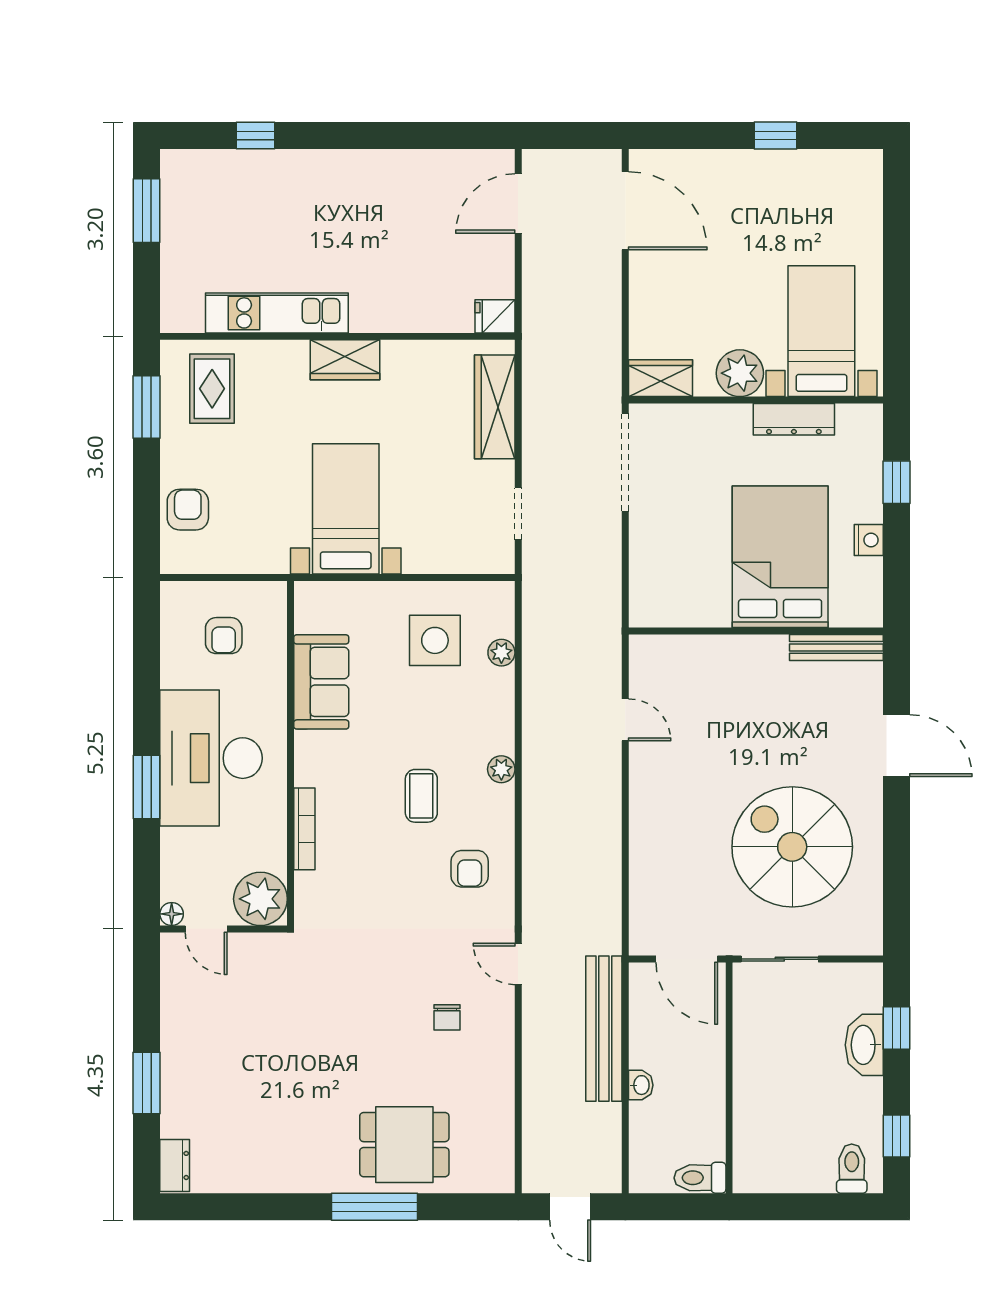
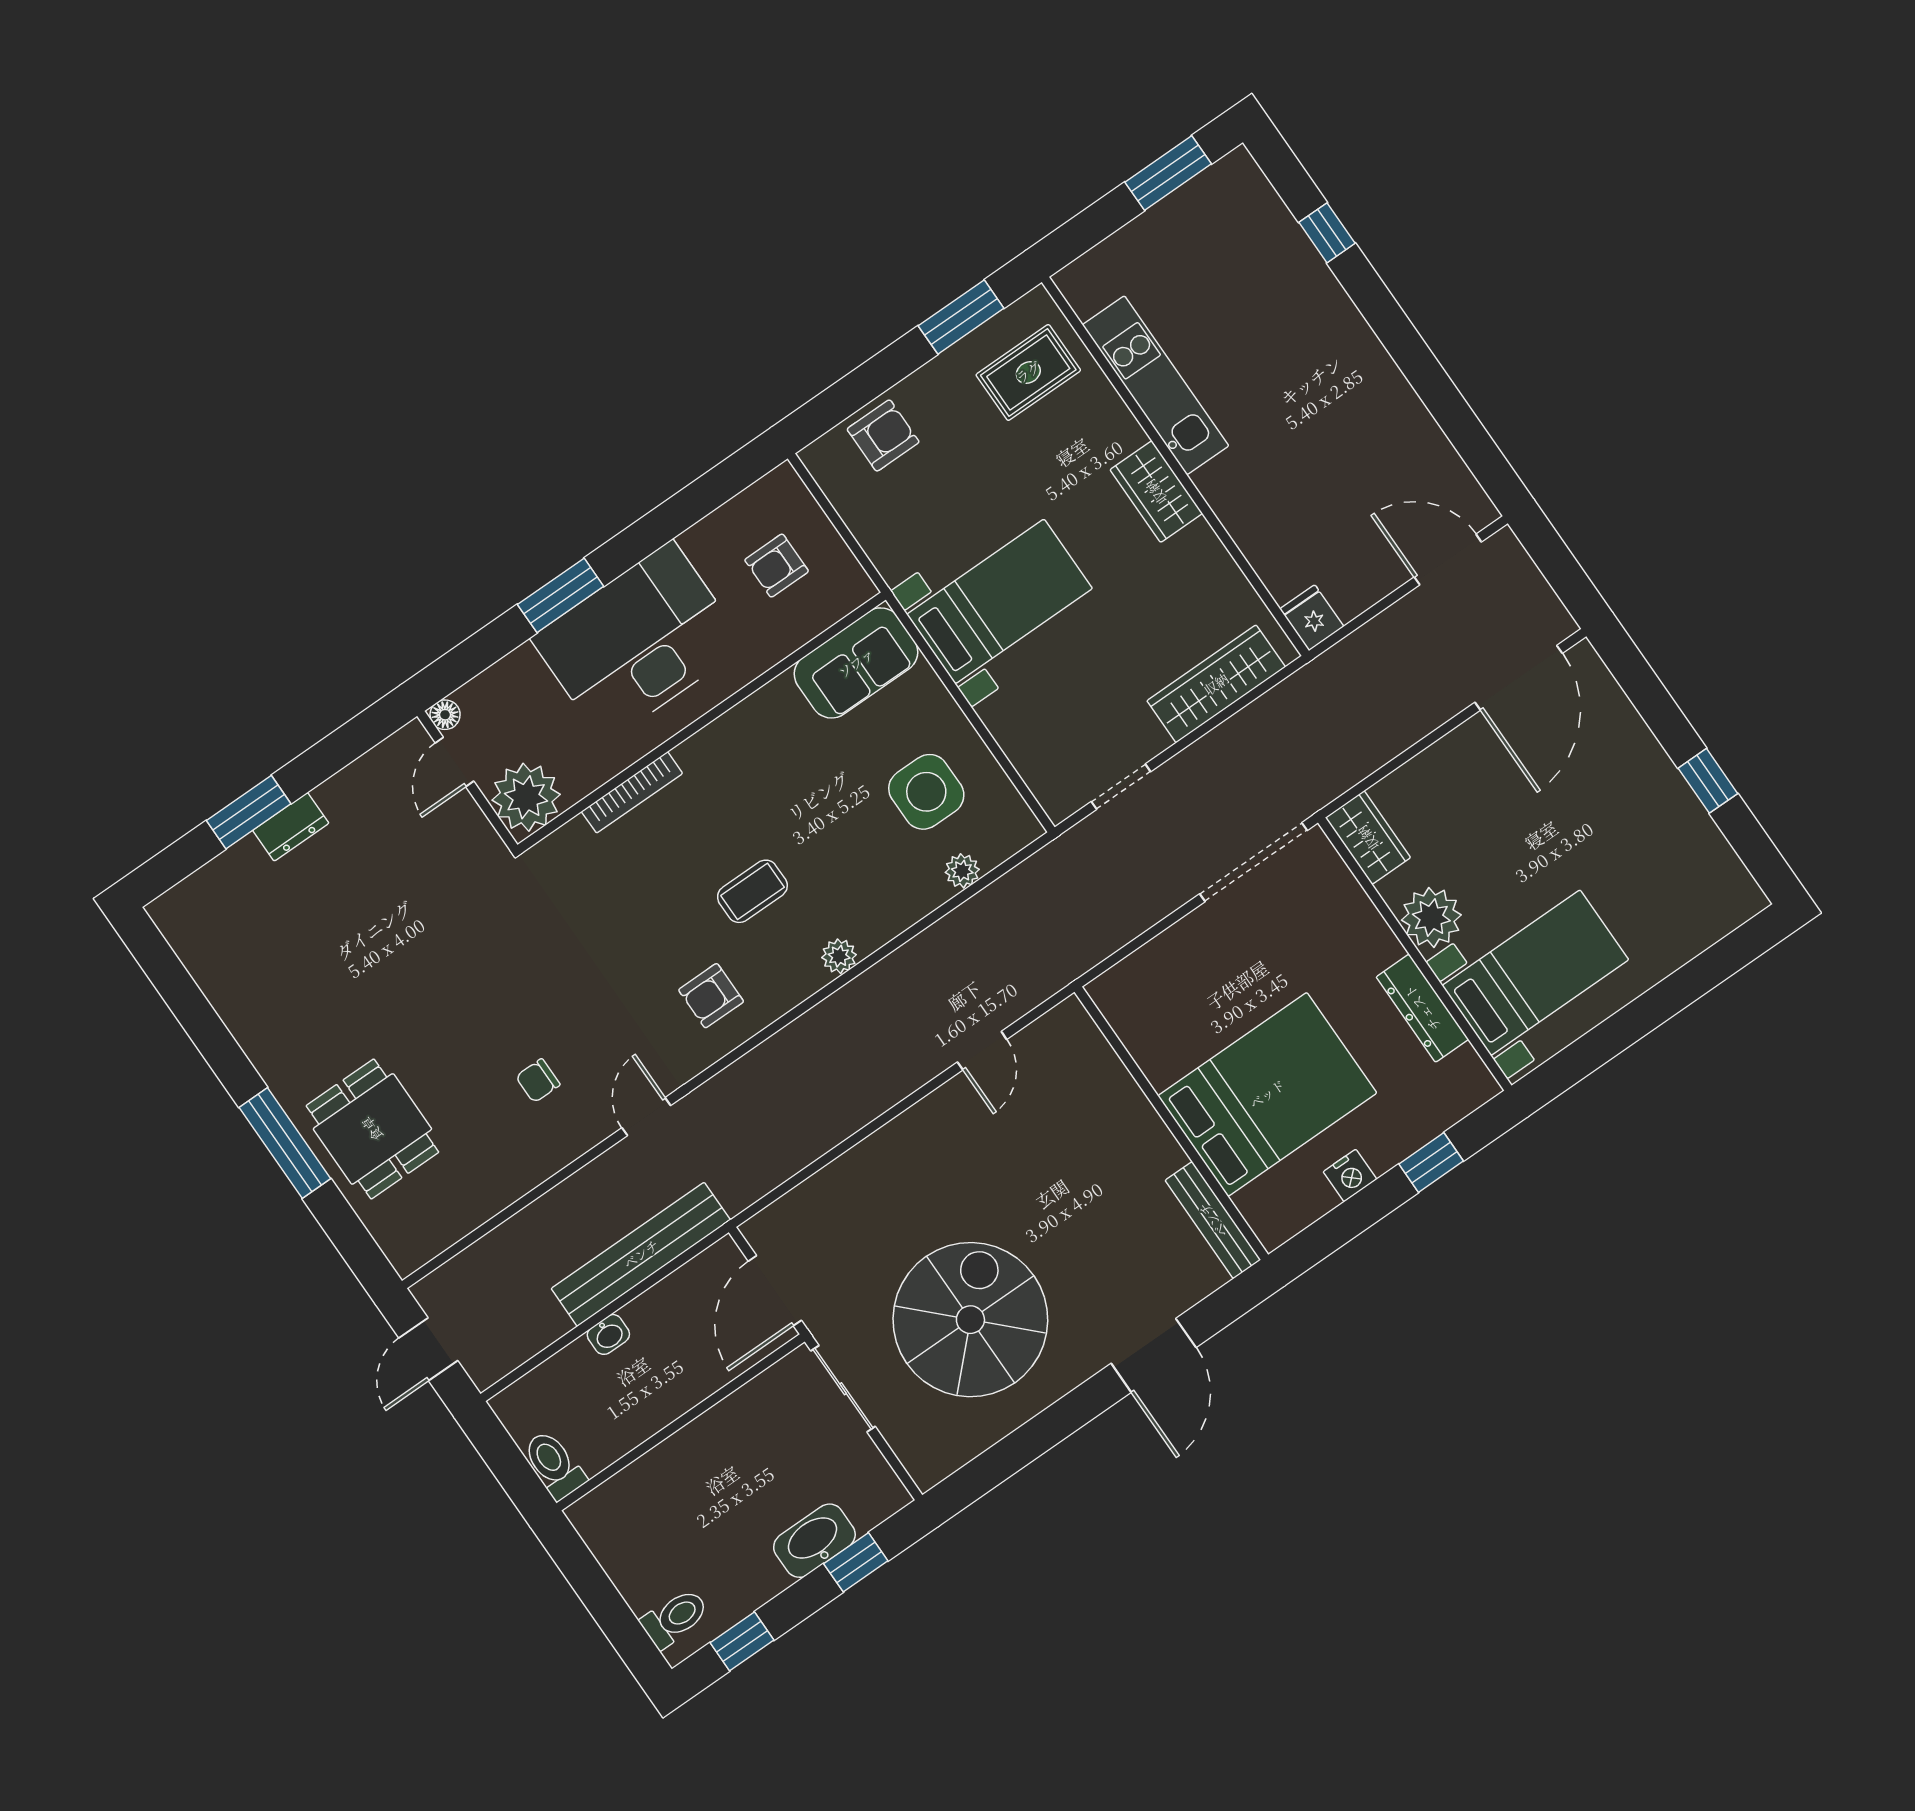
sofa: (321, 682) -> (856, 663), moved
dresser: (175, 1165) -> (291, 827), moved

